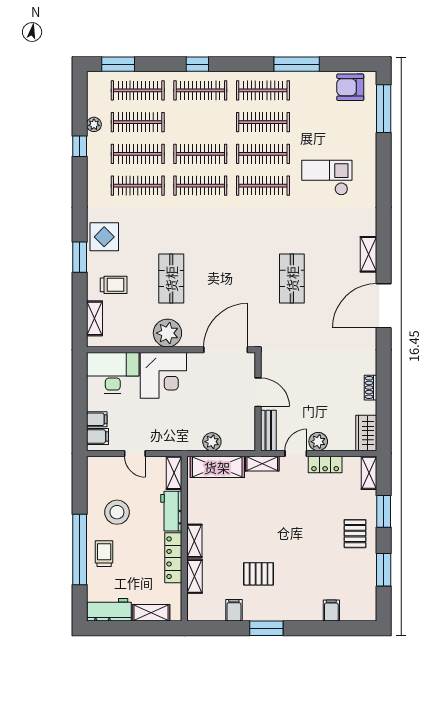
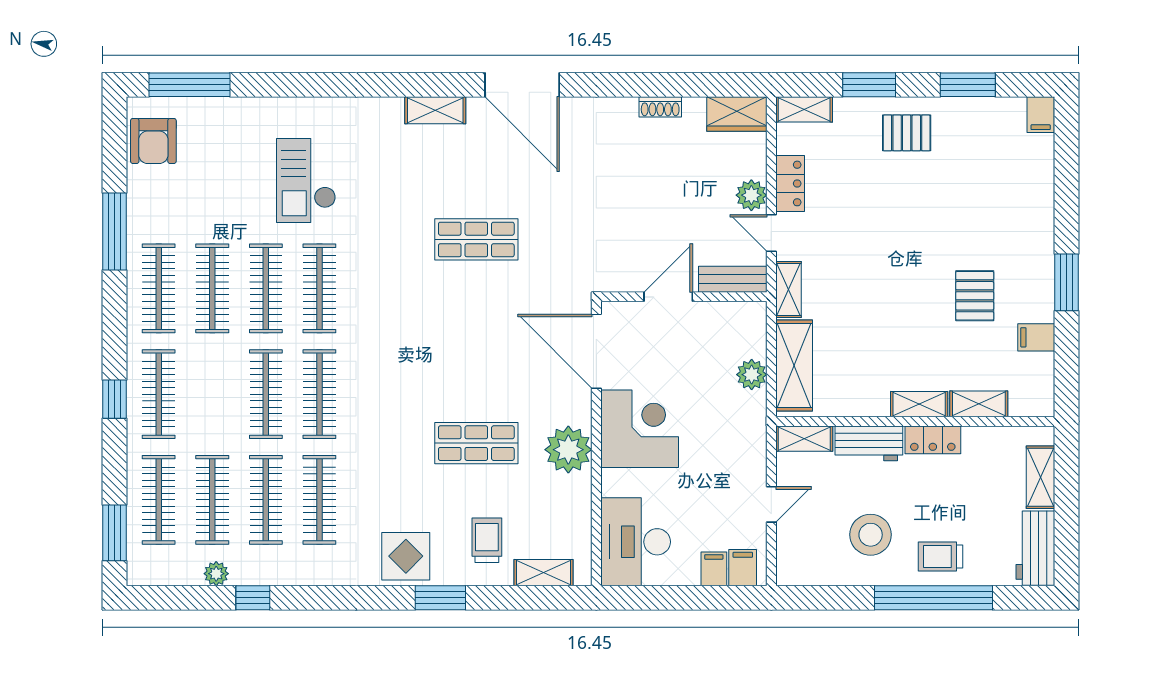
corner desk: (163, 375) -> (640, 429), moved
locker: (173, 558) -> (933, 440), width x0.66
filing cabinet: (331, 611) -> (1041, 115), moved, turned -90

